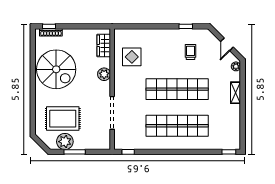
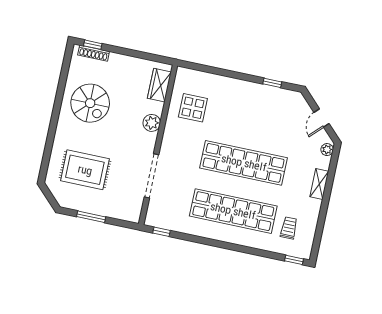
trolley: (190, 52) -> (289, 228), moved
spiral stairs: (56, 69) -> (90, 103), width x0.73, depth x0.73
plant: (65, 142) -> (81, 200), removed

